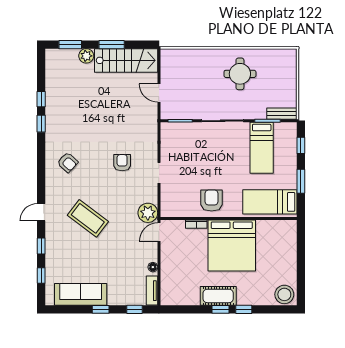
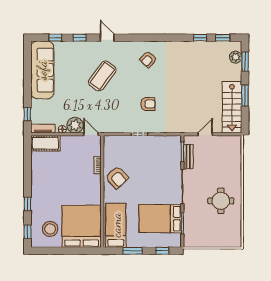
plant: (86, 56) -> (236, 57), moved
bench: (282, 114) -> (188, 157), moved
window: (41, 124) -> (223, 38), moved
bed: (262, 148) -> (160, 219), width x1.50
armchair: (212, 200) -> (117, 177), turned 47
plant: (148, 213) -> (75, 125), moved
bed: (232, 246) -> (82, 226), moved, turned 90
sofa: (81, 294) -> (42, 70), width x1.36, depth x1.27
stool: (284, 294) -> (50, 229), moved
cot: (218, 296) -> (45, 143), moved, turned 90
window: (101, 309) -> (27, 86), removed
window: (221, 309) -> (27, 232), moved

